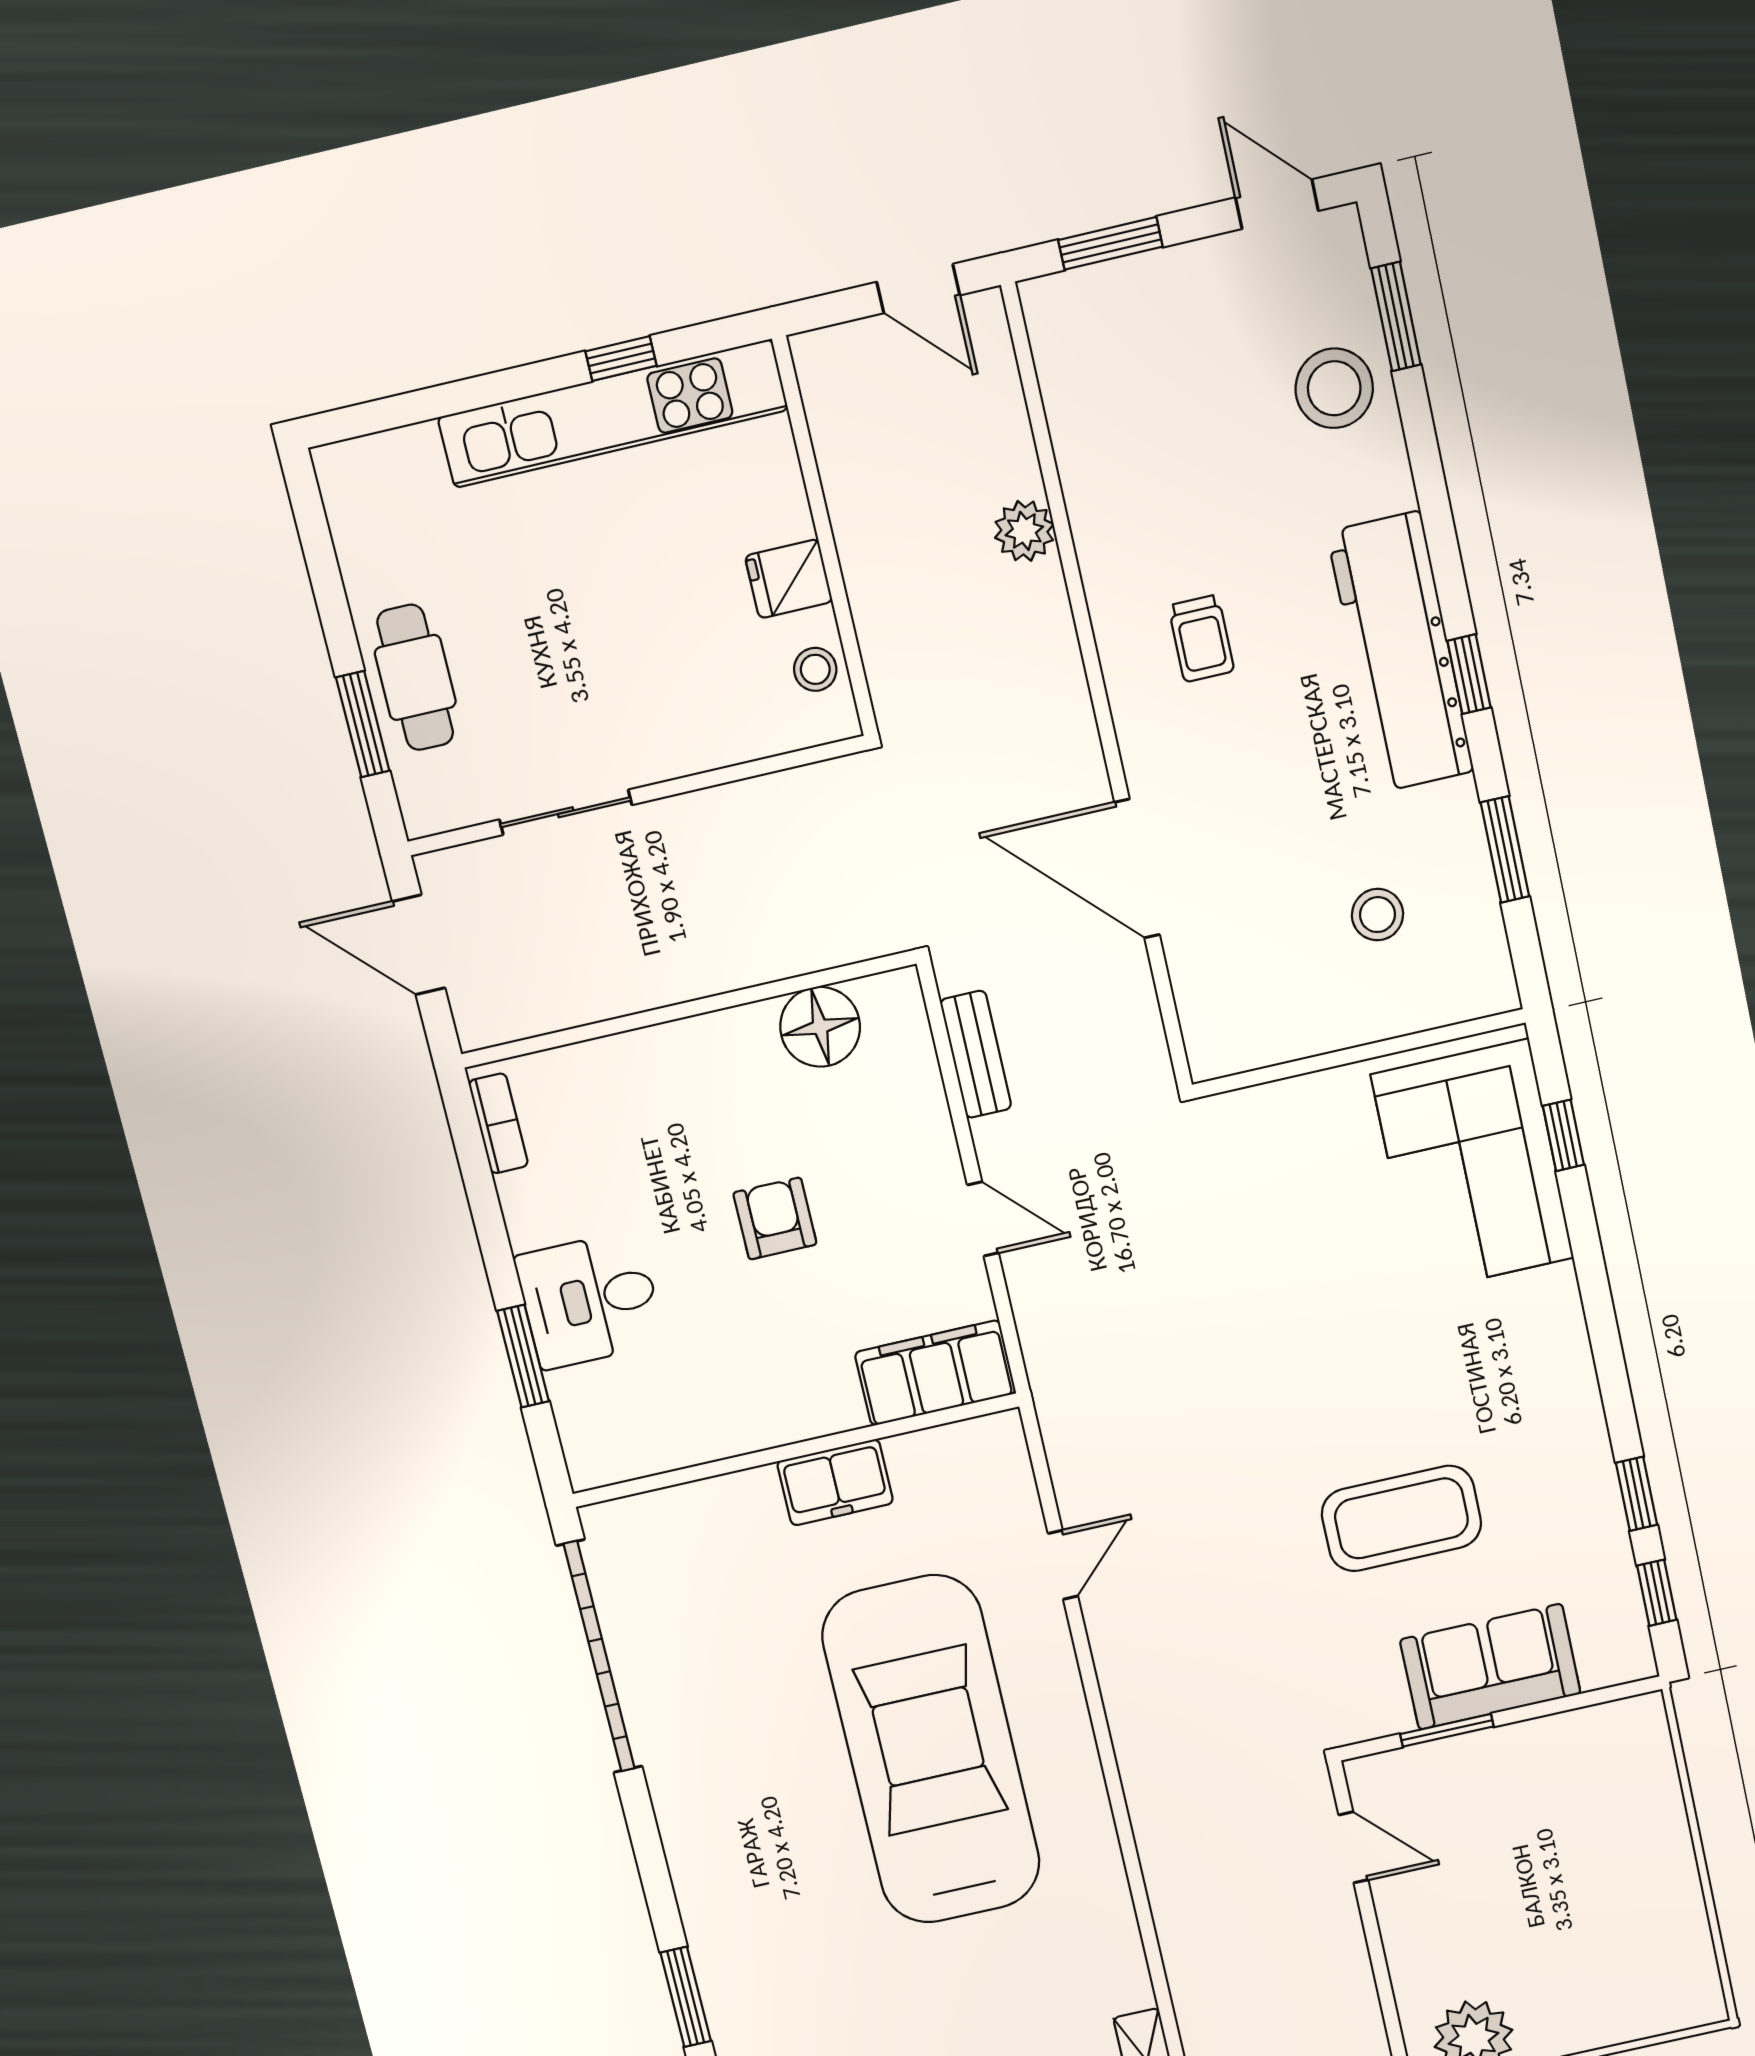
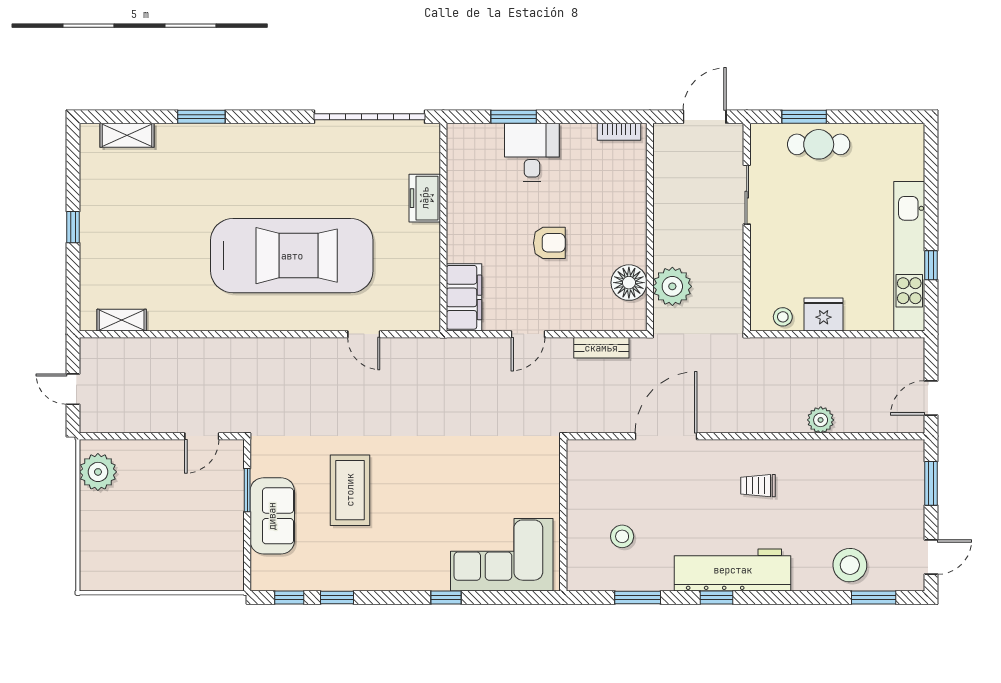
fridge: (789, 579) -> (824, 315), width x1.38
plant: (806, 930) -> (672, 286), added
window: (1563, 1135) -> (446, 598), moved
freezer: (835, 1482) -> (425, 198), moved

